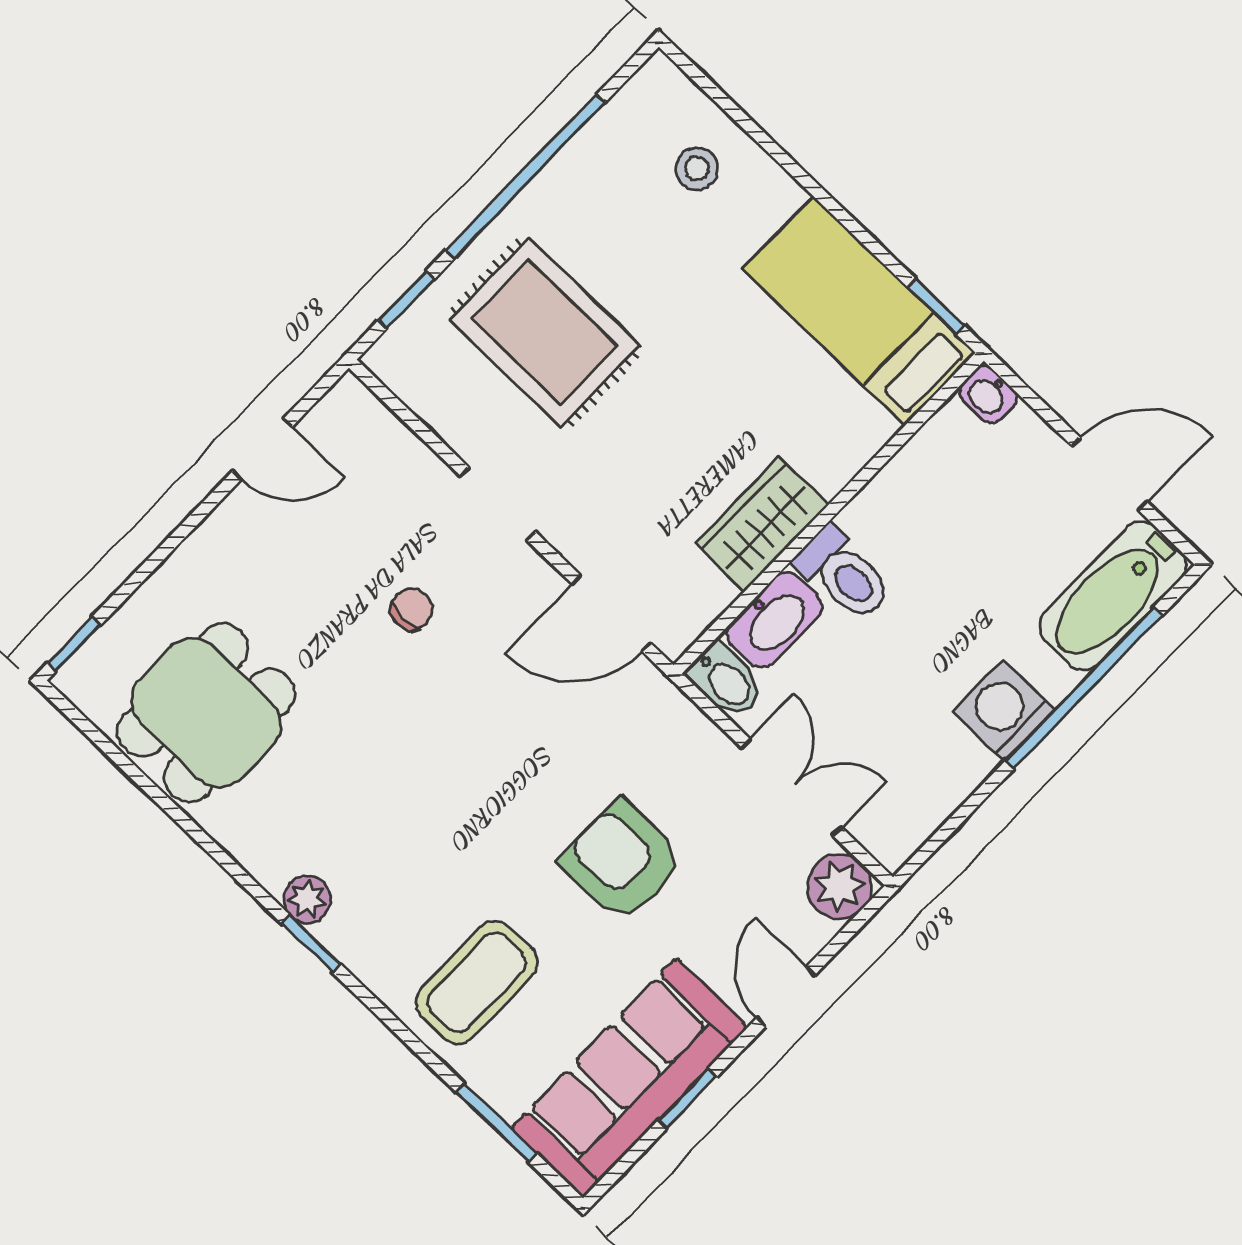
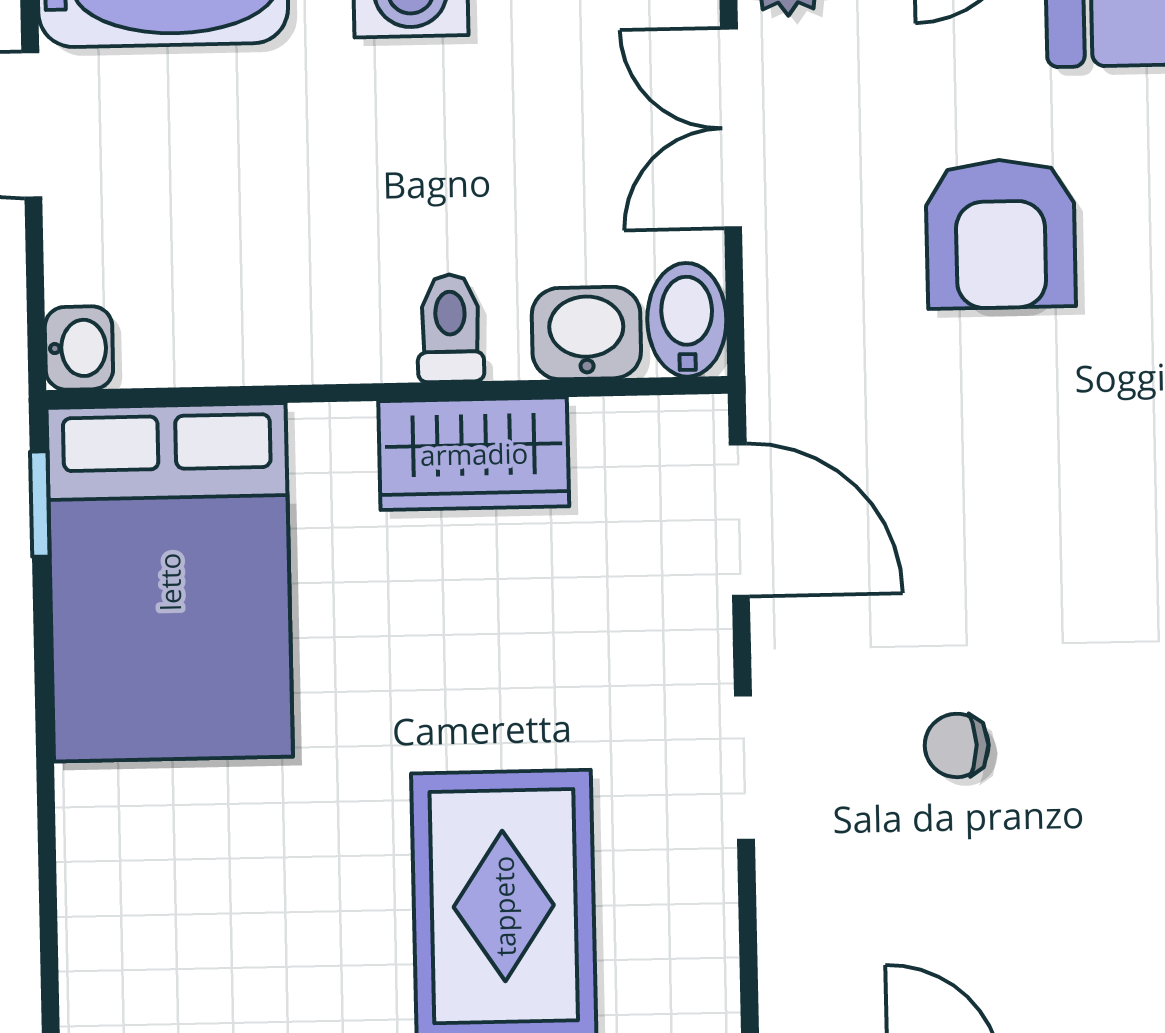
stool: (697, 168) -> (153, 921), removed
bed: (859, 311) -> (170, 582), width x1.50
toilet: (844, 574) -> (450, 328), width x0.73, depth x0.72
washbasin: (774, 620) -> (586, 333), width x0.72

